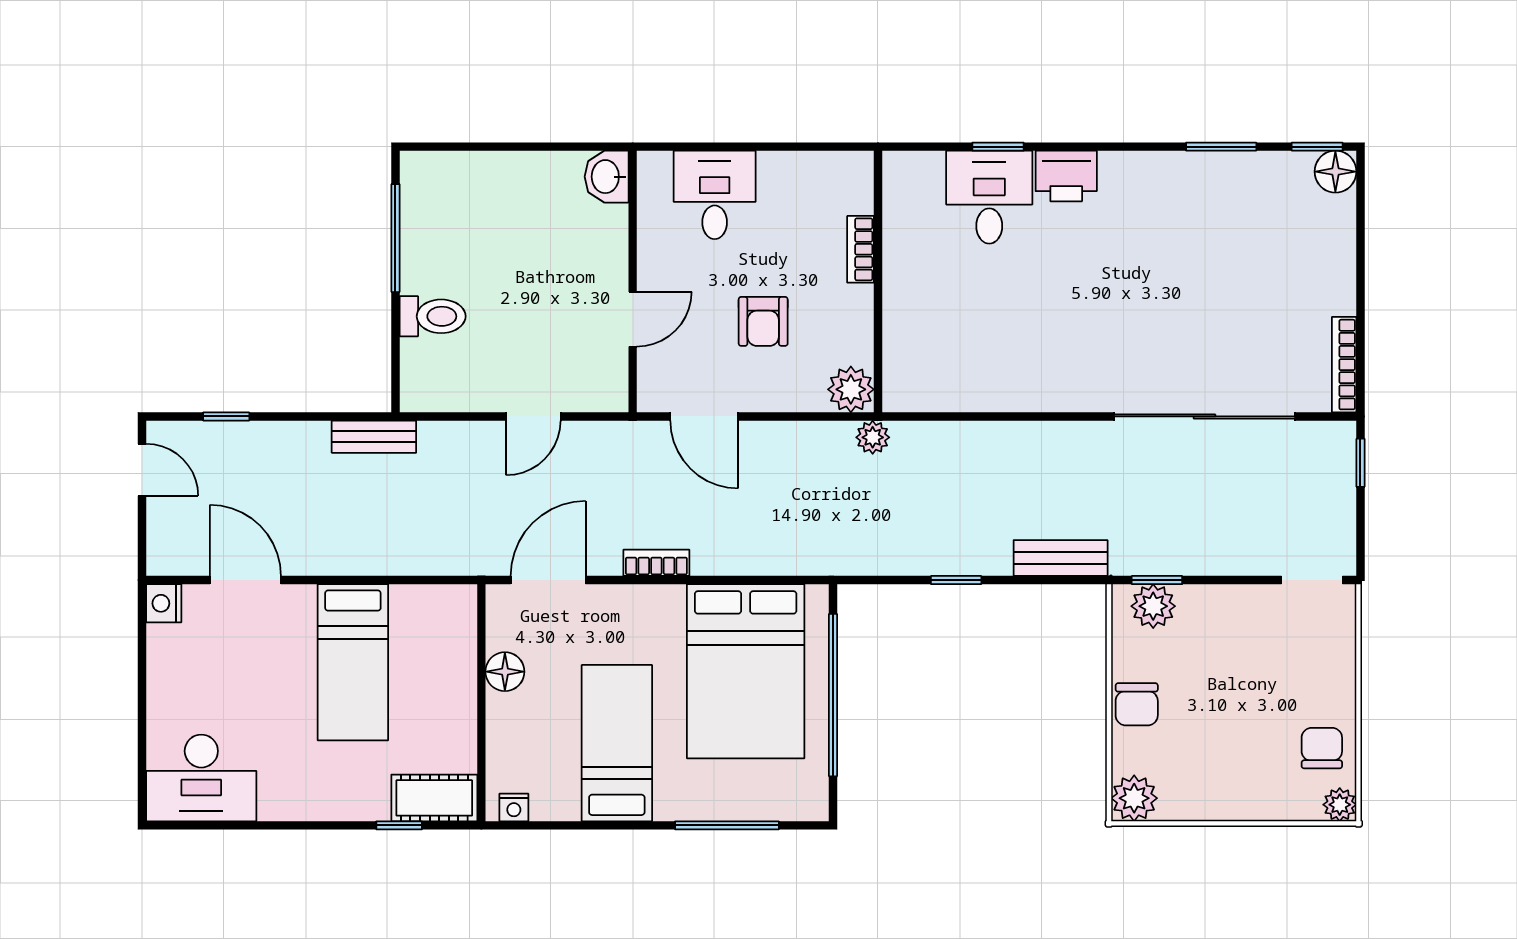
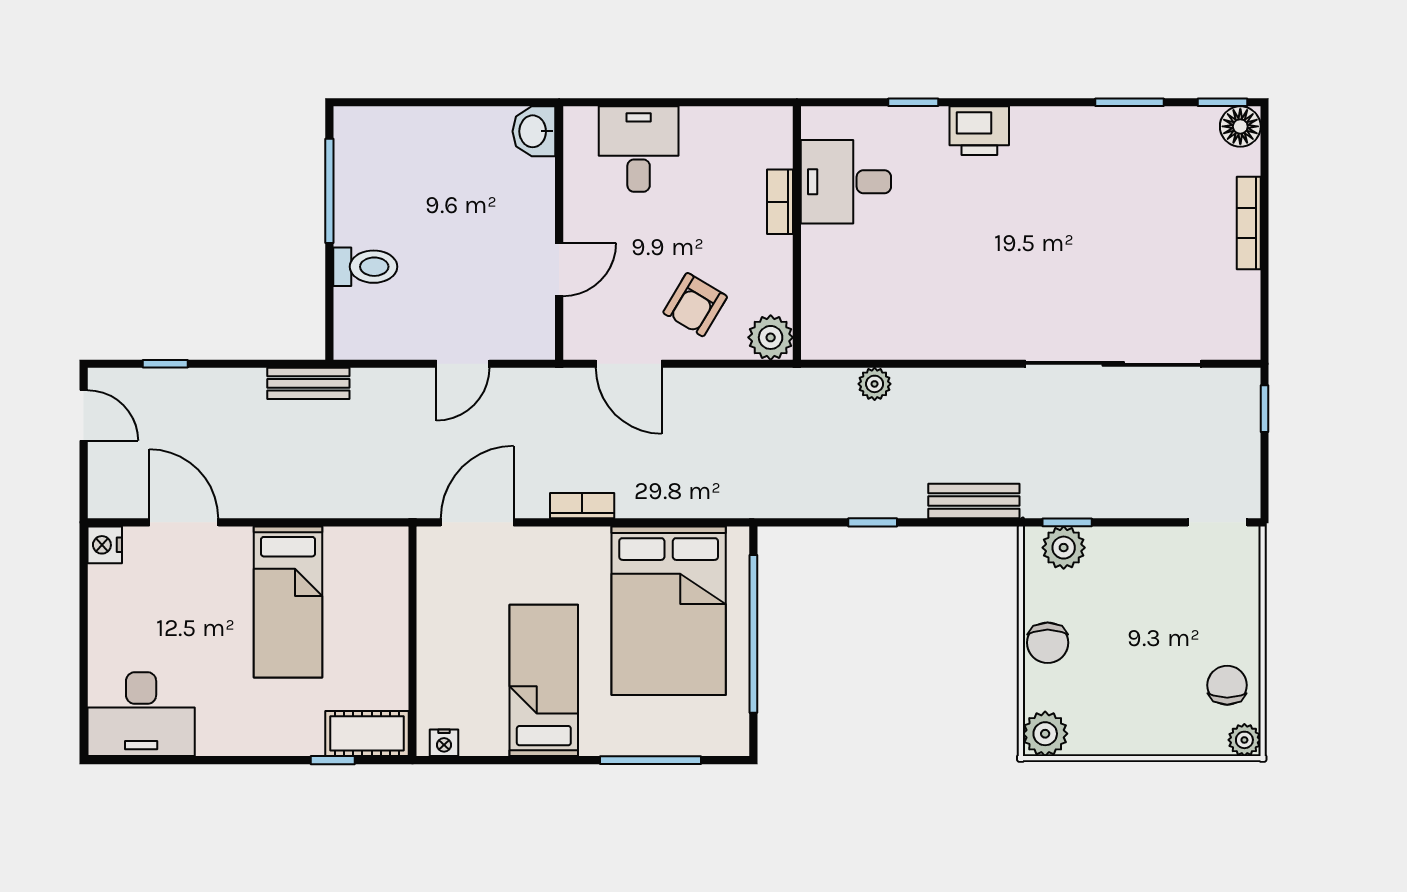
desk: (989, 197) -> (846, 182), moved, turned -90
armchair: (763, 321) -> (695, 305), moved, turned 31
bookcase: (1344, 365) -> (1249, 223), moved
plant: (873, 437) -> (875, 384), moved
floor lamp: (505, 672) -> (435, 611), removed

